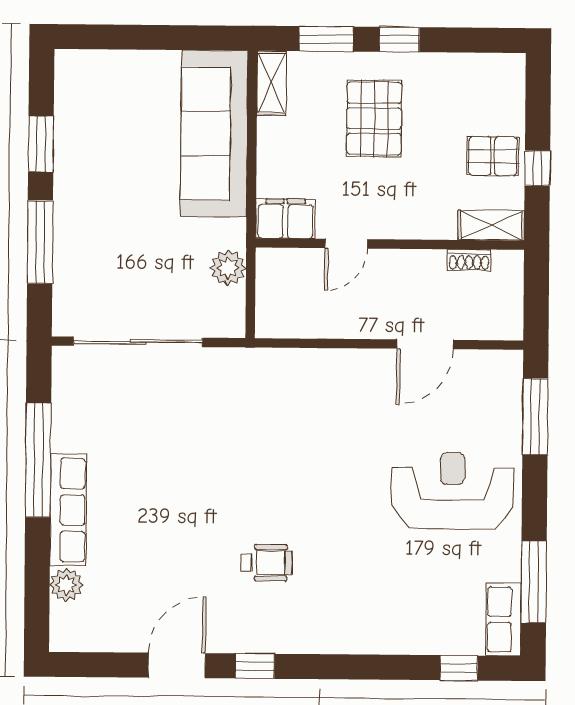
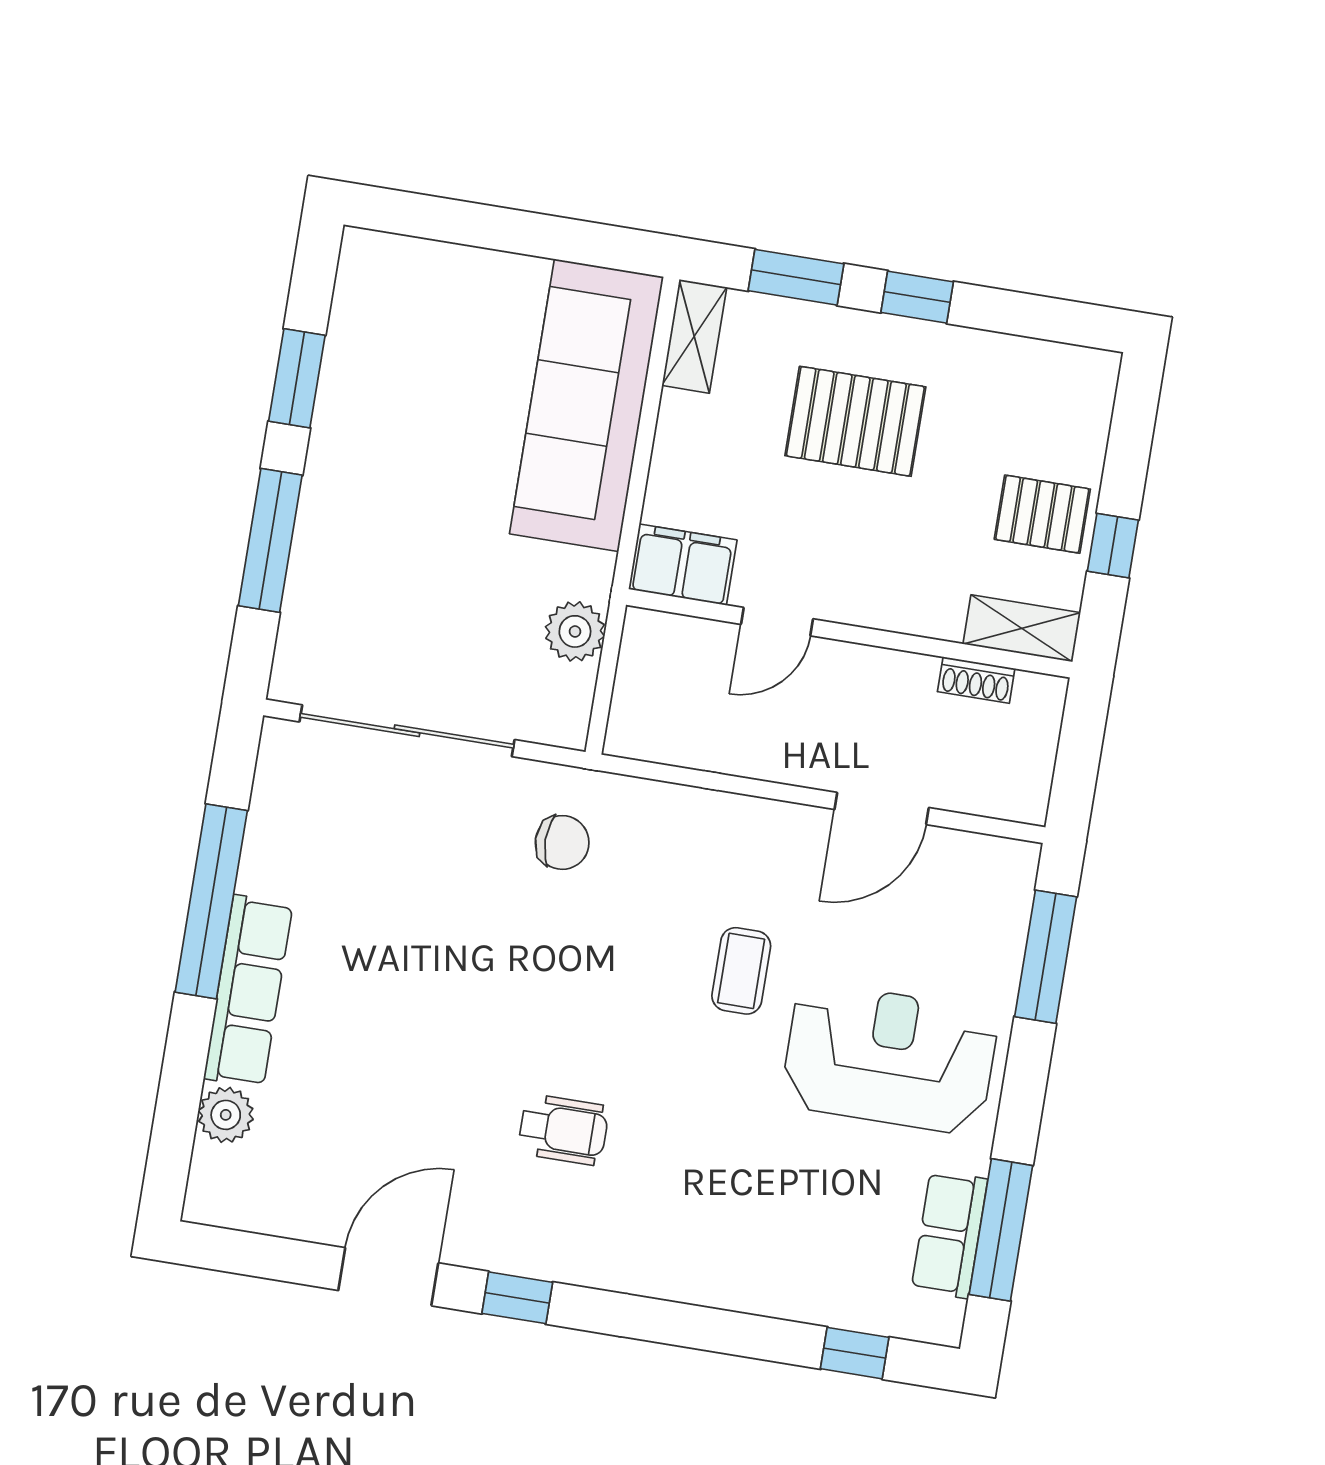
pallet: (374, 118) -> (855, 421), turned 90
chair: (240, 394) -> (562, 842), added
coffee table: (357, 453) -> (741, 971), added
row of seats: (504, 619) -> (949, 1234), moved

